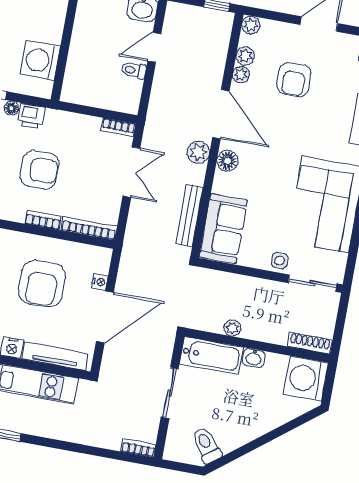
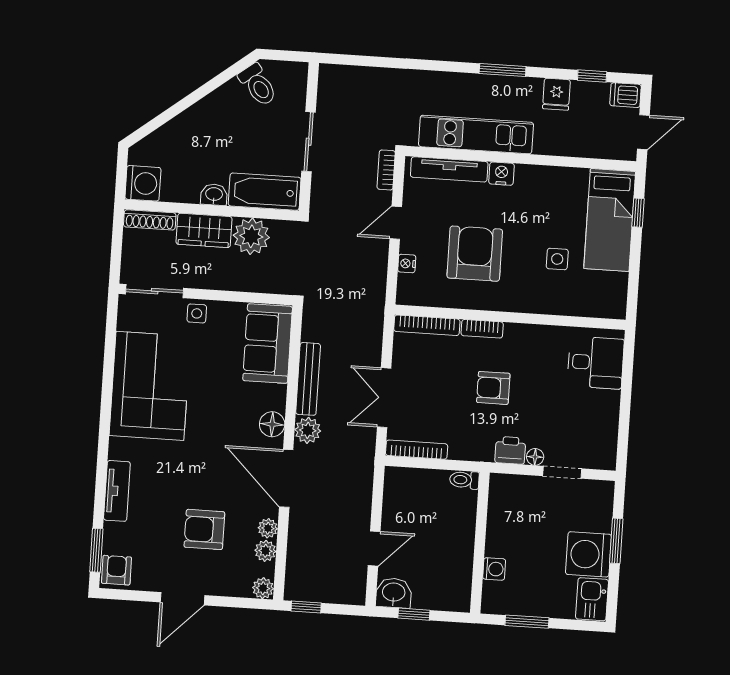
washing machine: (40, 61) -> (494, 569), moved, width x0.53, depth x0.53
toilet: (133, 70) -> (464, 480), moved, turned 180
armchair: (294, 80) -> (204, 529), turned -90
bookcase: (119, 127) -> (417, 450), width x1.56
armchair: (39, 170) -> (493, 388), width x0.72, depth x0.72
bench: (189, 215) -> (308, 379), moved
door: (105, 317) -> (396, 223), width x0.53
plant: (232, 328) -> (251, 236), width x1.88, depth x1.88
wardrobe: (265, 329) -> (204, 230), added
washing machine: (306, 378) -> (143, 183), width x0.73, depth x0.73
bookcase: (138, 448) -> (386, 170), moved, turned 90

